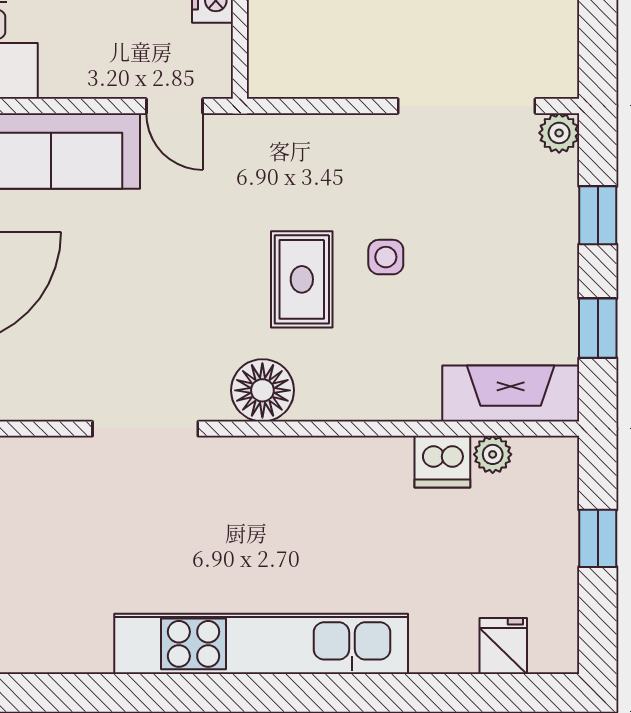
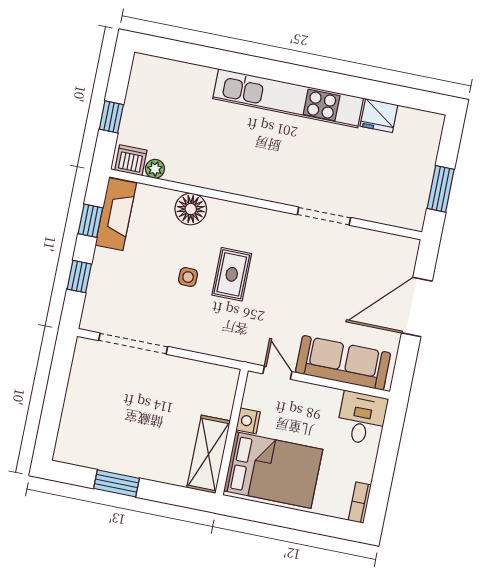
plant: (559, 133) -> (90, 321), removed
floor lamp: (262, 390) -> (191, 209), moved
fireplace: (511, 394) -> (116, 214), moved, turned -90
dishwasher: (442, 462) -> (131, 160), moved
fridge: (503, 646) -> (379, 115), moved, width x1.38

